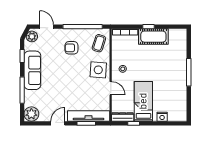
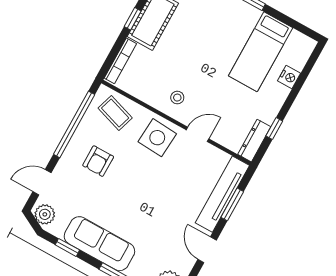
bed: (143, 101) -> (261, 52), moved, turned -90

